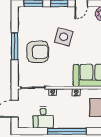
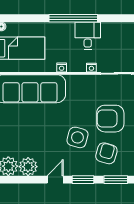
armchair: (41, 24) -> (106, 153), added
desk: (43, 117) -> (88, 36), moved

